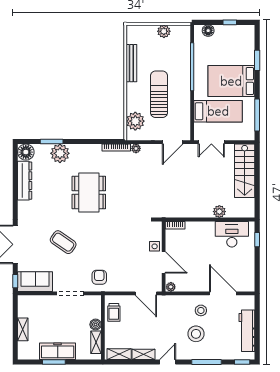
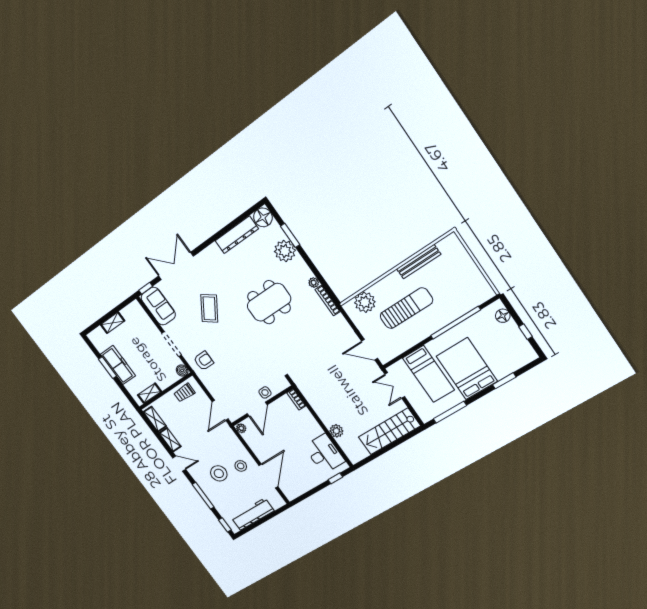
plant: (164, 31) -> (473, 273), removed
plant: (136, 148) -> (314, 283), moved
boiler: (96, 324) -> (182, 370), moved

